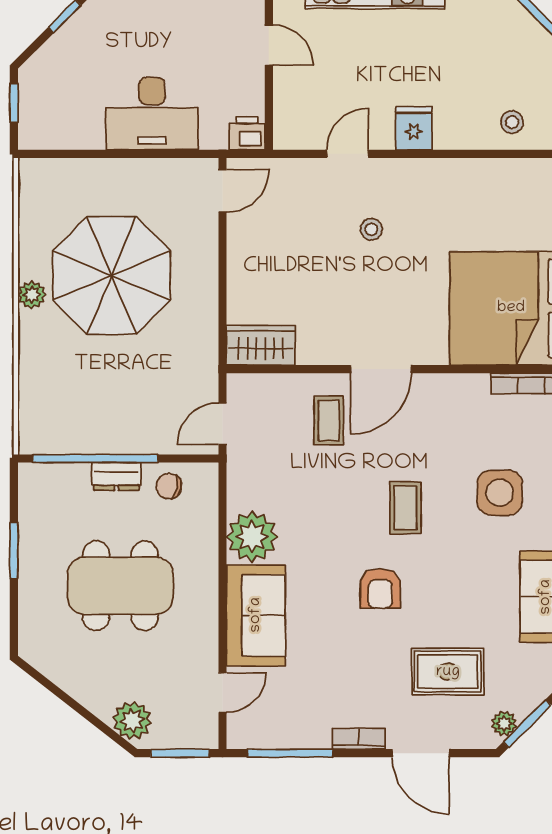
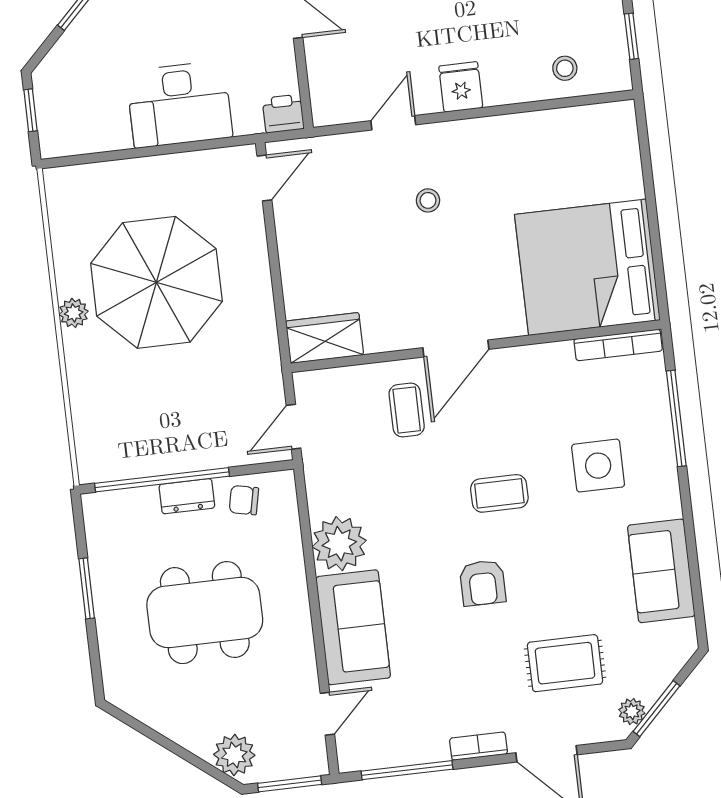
coffee table: (405, 508) -> (499, 493), turned 90

